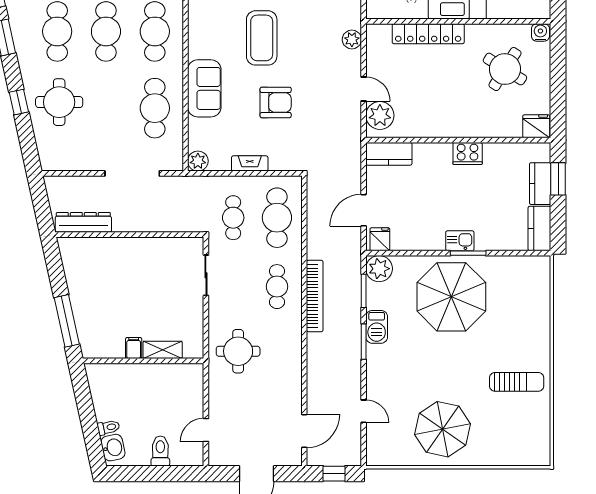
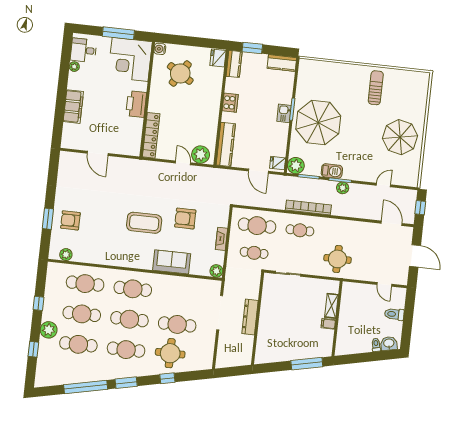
locker: (428, 34) -> (151, 135), moved
plant: (352, 39) -> (343, 188), moved
door: (364, 89) -> (183, 163), hinge flipped
armchair: (276, 102) -> (185, 219), turned -90
cafe table: (155, 108) -> (177, 324), moved
kitchen counter: (389, 154) -> (226, 144), width x1.50
kitchen counter: (540, 184) -> (234, 64), moved, turned -90
dresser: (83, 222) -> (250, 317), moved

